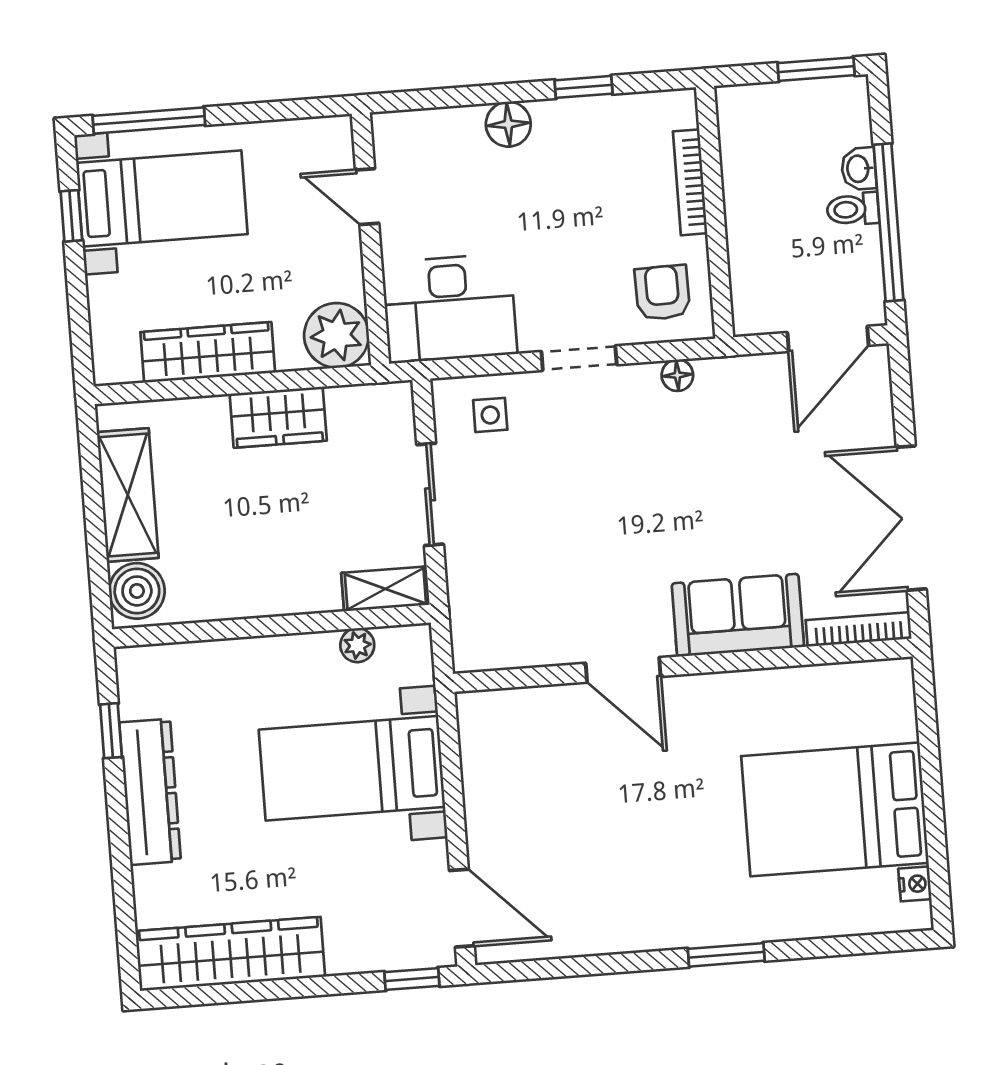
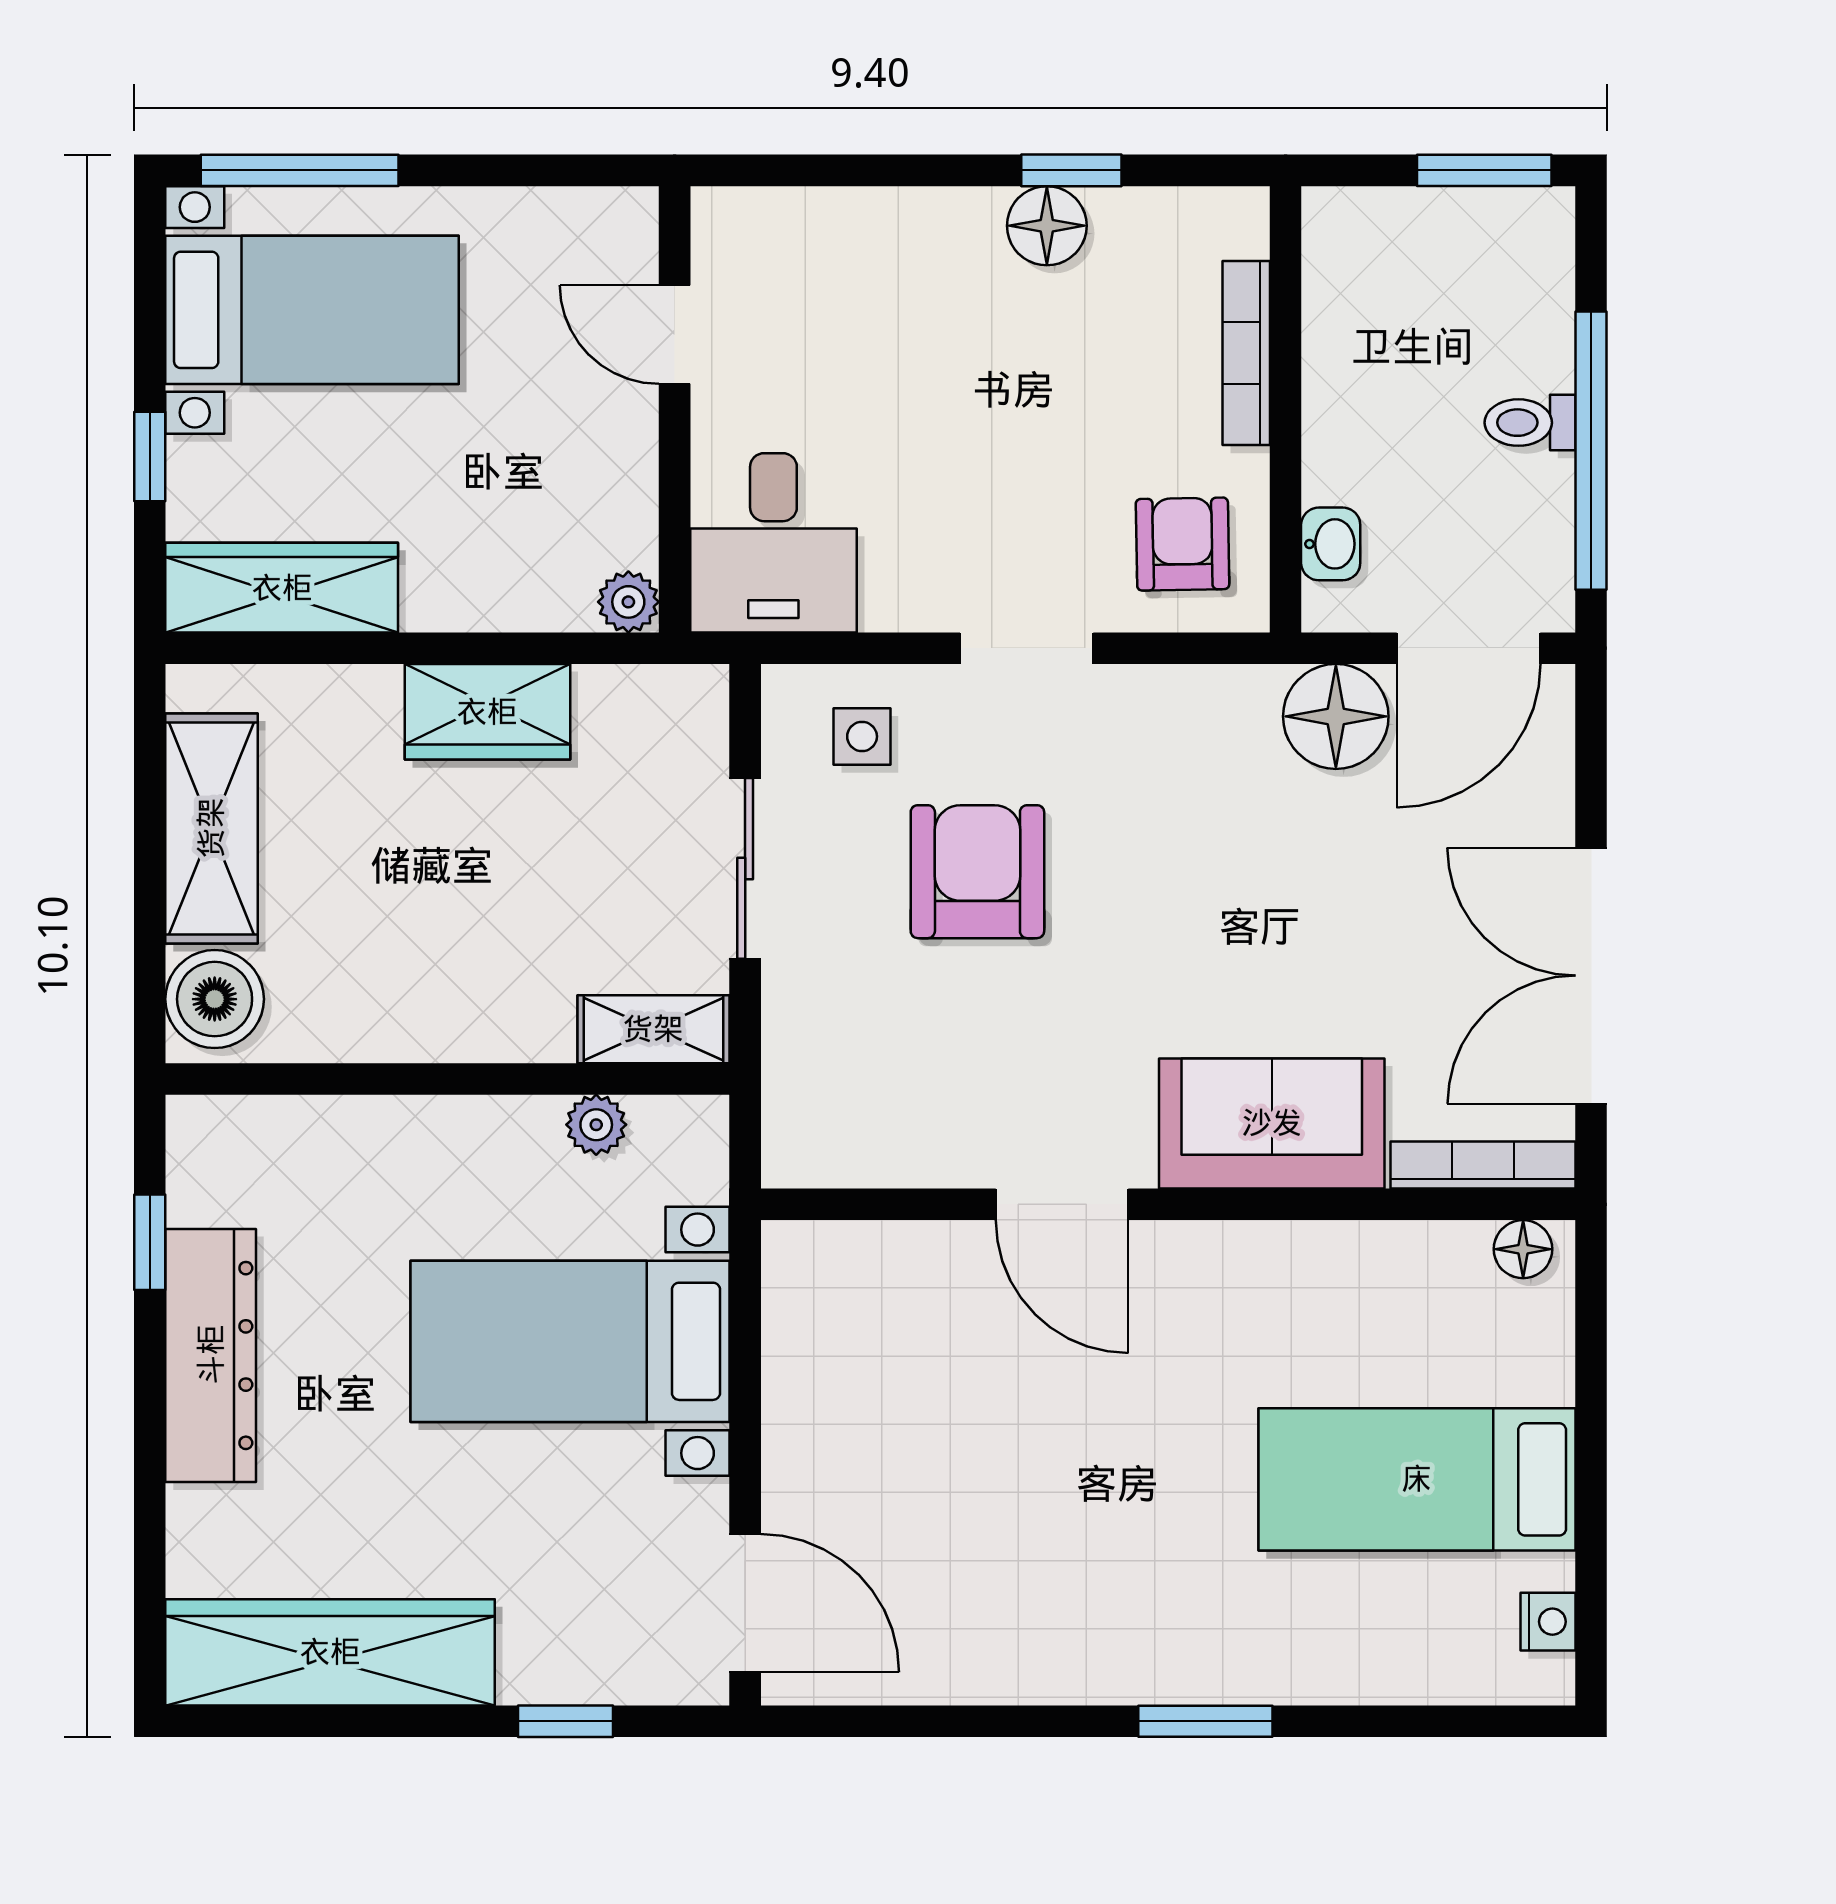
floor lamp: (508, 124) -> (1047, 226), moved
washbasin: (859, 169) -> (1331, 544), moved, turned 180
window: (71, 216) -> (150, 456), moved
desk: (449, 308) -> (773, 543), width x0.73
plant: (337, 335) -> (628, 602), width x0.53, depth x0.53
wardrobe: (208, 352) -> (282, 588), moved
floor lamp: (677, 375) -> (1336, 716), moved, width x1.89, depth x1.89
armchair: (561, 486) -> (977, 872), added
floor lamp: (885, 675) -> (1523, 1249), added
bed: (835, 809) -> (1417, 1479), width x0.67
window: (412, 979) -> (566, 1721), moved

